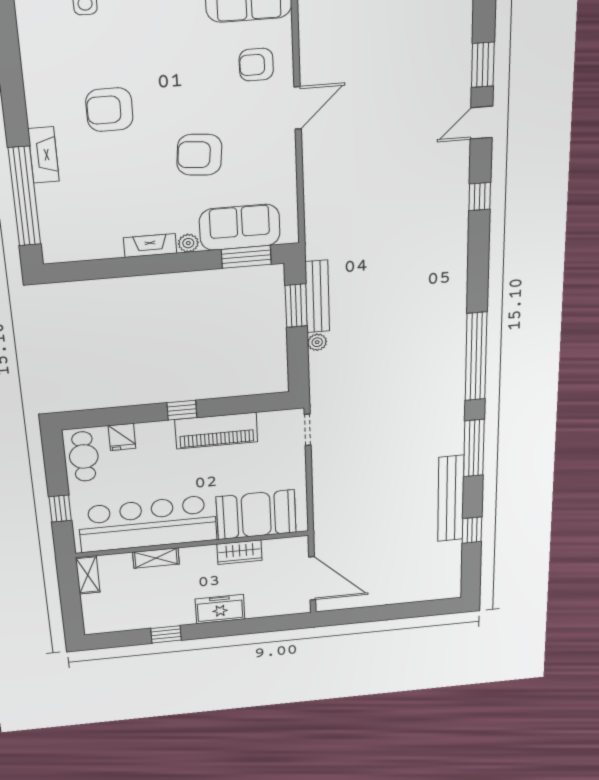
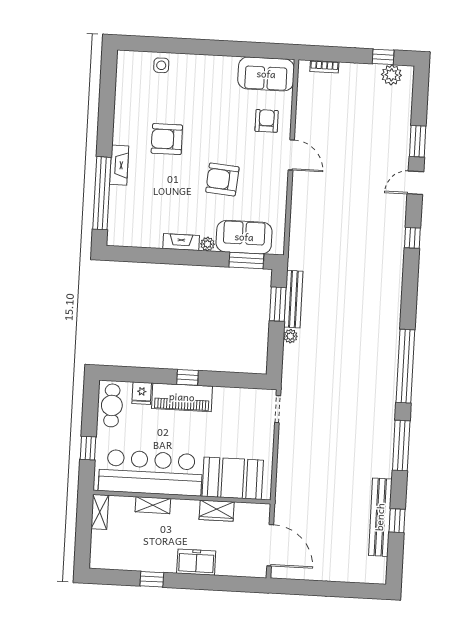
armchair: (256, 65) -> (267, 121), turned 90
door: (298, 108) -> (291, 155), hinge flipped
piano: (216, 431) -> (182, 397), moved
bench: (451, 499) -> (380, 517), moved

